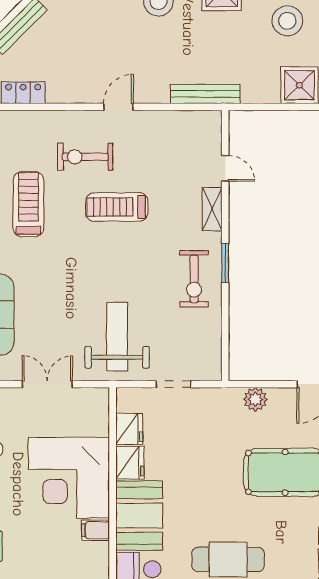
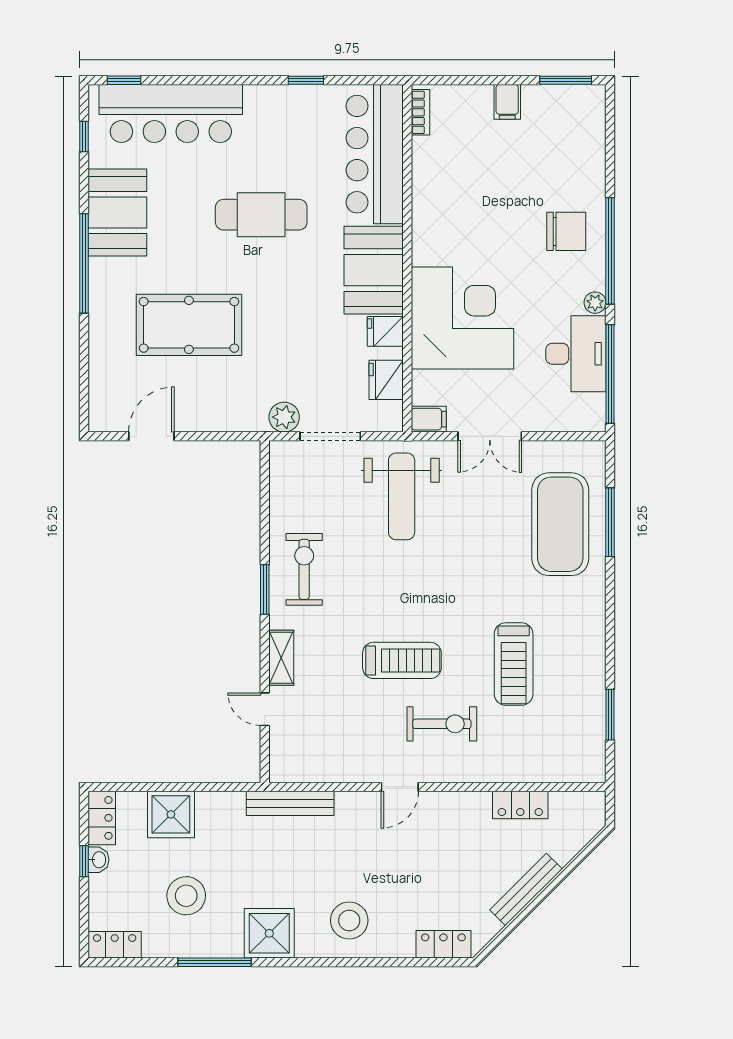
doorway: (173, 384) -> (330, 436), width x1.38
plant: (255, 399) -> (284, 417), moved
fridge: (130, 463) -> (385, 331), width x0.72
filing cabinet: (96, 530) -> (429, 419), moved

